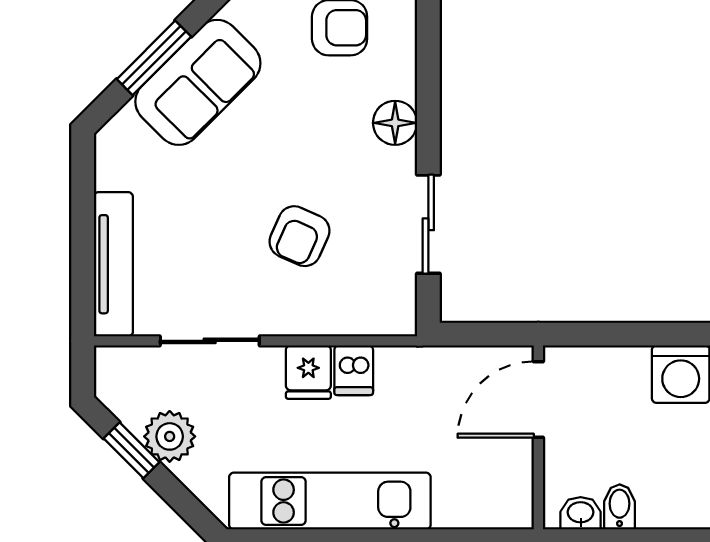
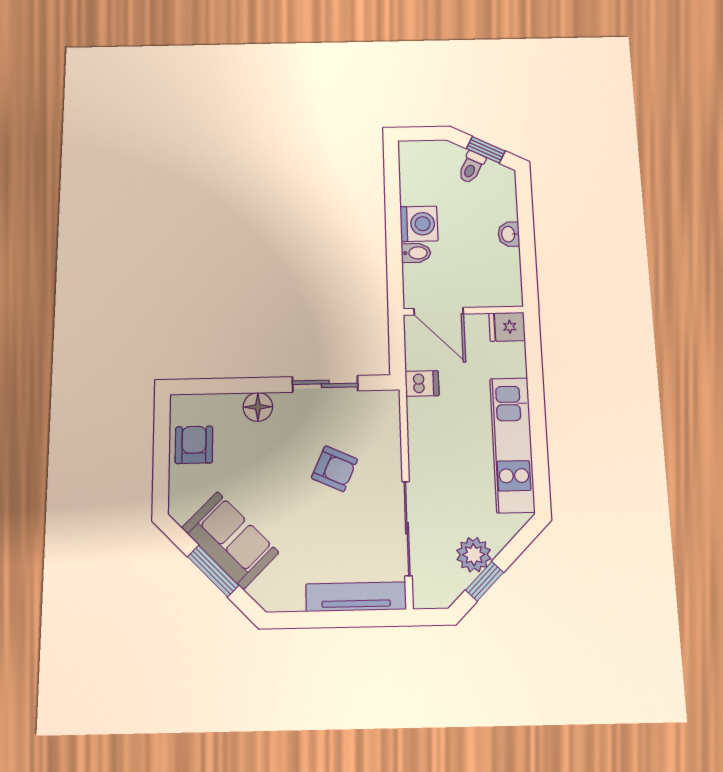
sliding door: (210, 341) -> (407, 528), width x1.37
dishwasher: (354, 370) -> (422, 384), moved
fridge: (308, 372) -> (507, 327), moved, turned 180
bidet: (620, 507) -> (416, 253), moved, turned 180
washbasin: (581, 513) -> (509, 234), moved

